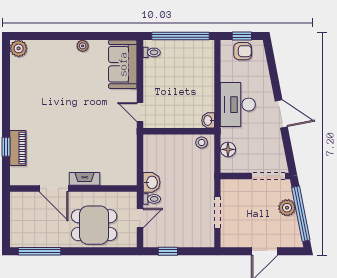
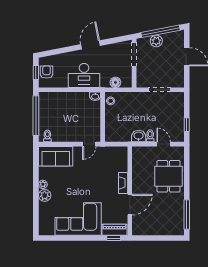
plant: (19, 48) -> (45, 195), moved
corner sofa: (33, 96) -> (78, 219), added
fireplace: (85, 179) -> (123, 183), moved
door: (54, 188) -> (130, 205), moved
wall: (73, 188) -> (130, 191), moved

